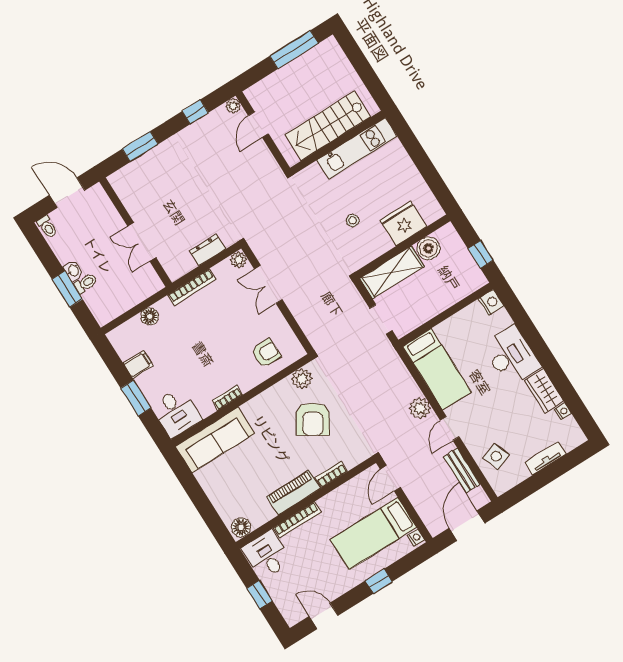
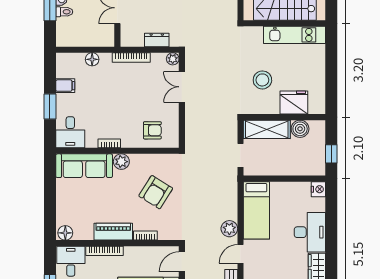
stool: (353, 221) -> (262, 80), width x1.89, depth x1.89
plant: (302, 379) -> (121, 162), moved

